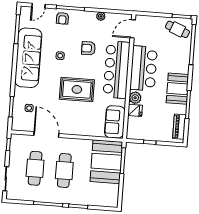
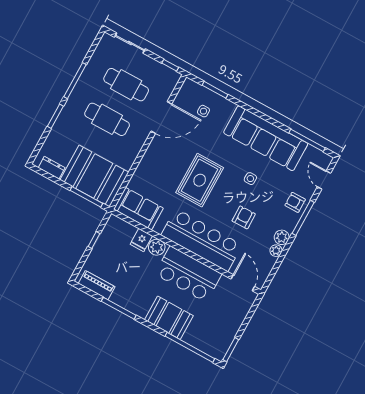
plant: (90, 17) -> (282, 237), added
cafe table: (177, 29) -> (217, 337), removed
booth: (177, 89) -> (169, 318), moved
dresser: (114, 193) -> (52, 168), added

